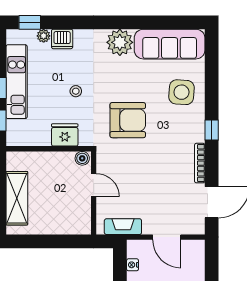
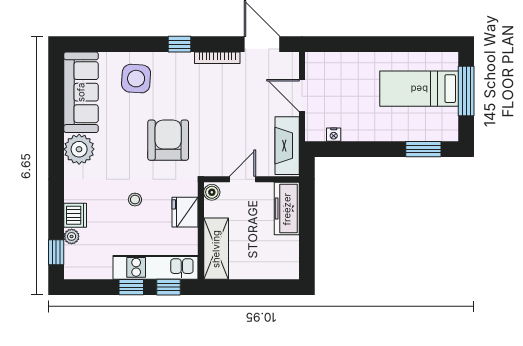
kitchen unit: (17, 82) -> (156, 267), moved
shelving: (17, 198) -> (216, 249), moved, turned 90
freezer: (68, 224) -> (287, 209), added
fireplace: (123, 227) -> (287, 146), width x1.37, depth x1.32
door: (167, 237) -> (302, 95), swing flipped

